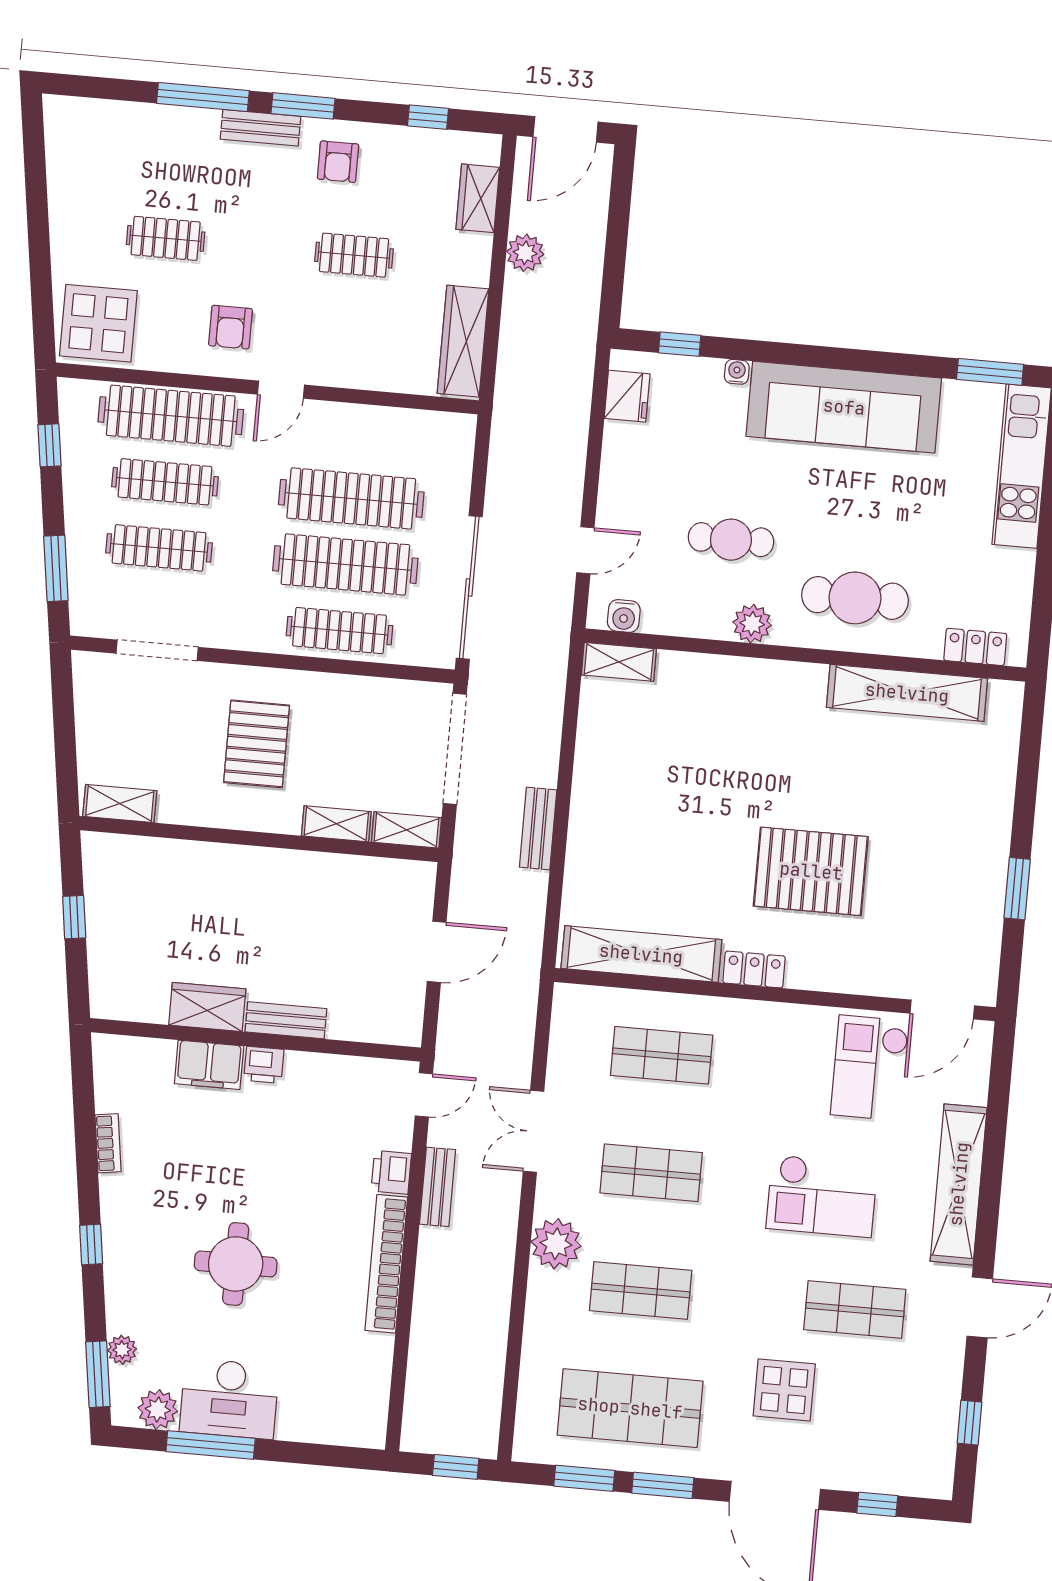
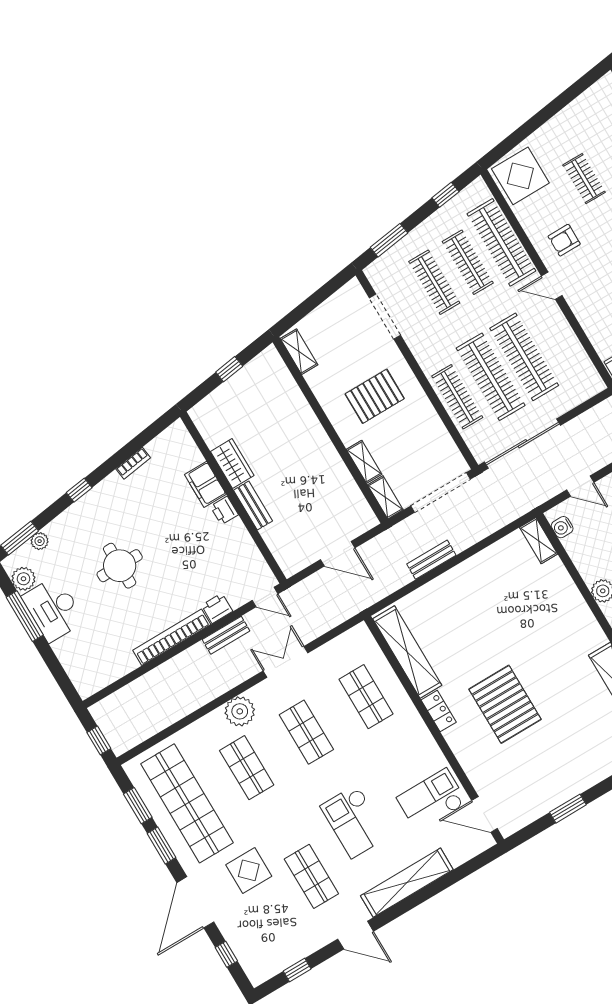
shop shelf: (630, 1408) -> (187, 803), width x1.40

